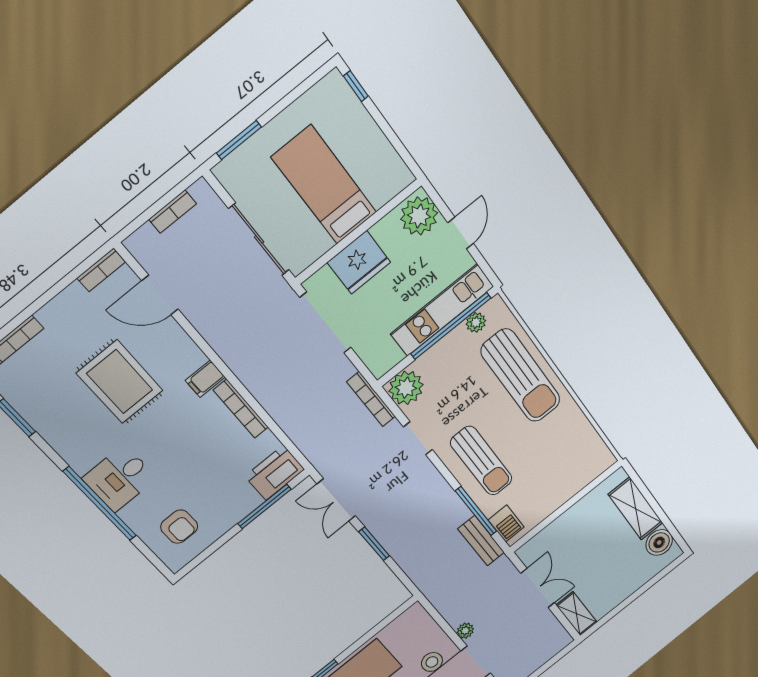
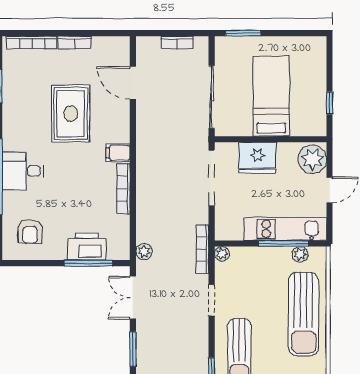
window: (356, 86) -> (330, 103), moved
bookcase: (101, 270) -> (75, 43), moved
window: (451, 326) -> (283, 244), width x0.68
plant: (406, 388) -> (222, 254), width x0.53, depth x0.53
plant: (313, 450) -> (144, 252), added
printer: (275, 473) -> (87, 247), moved

